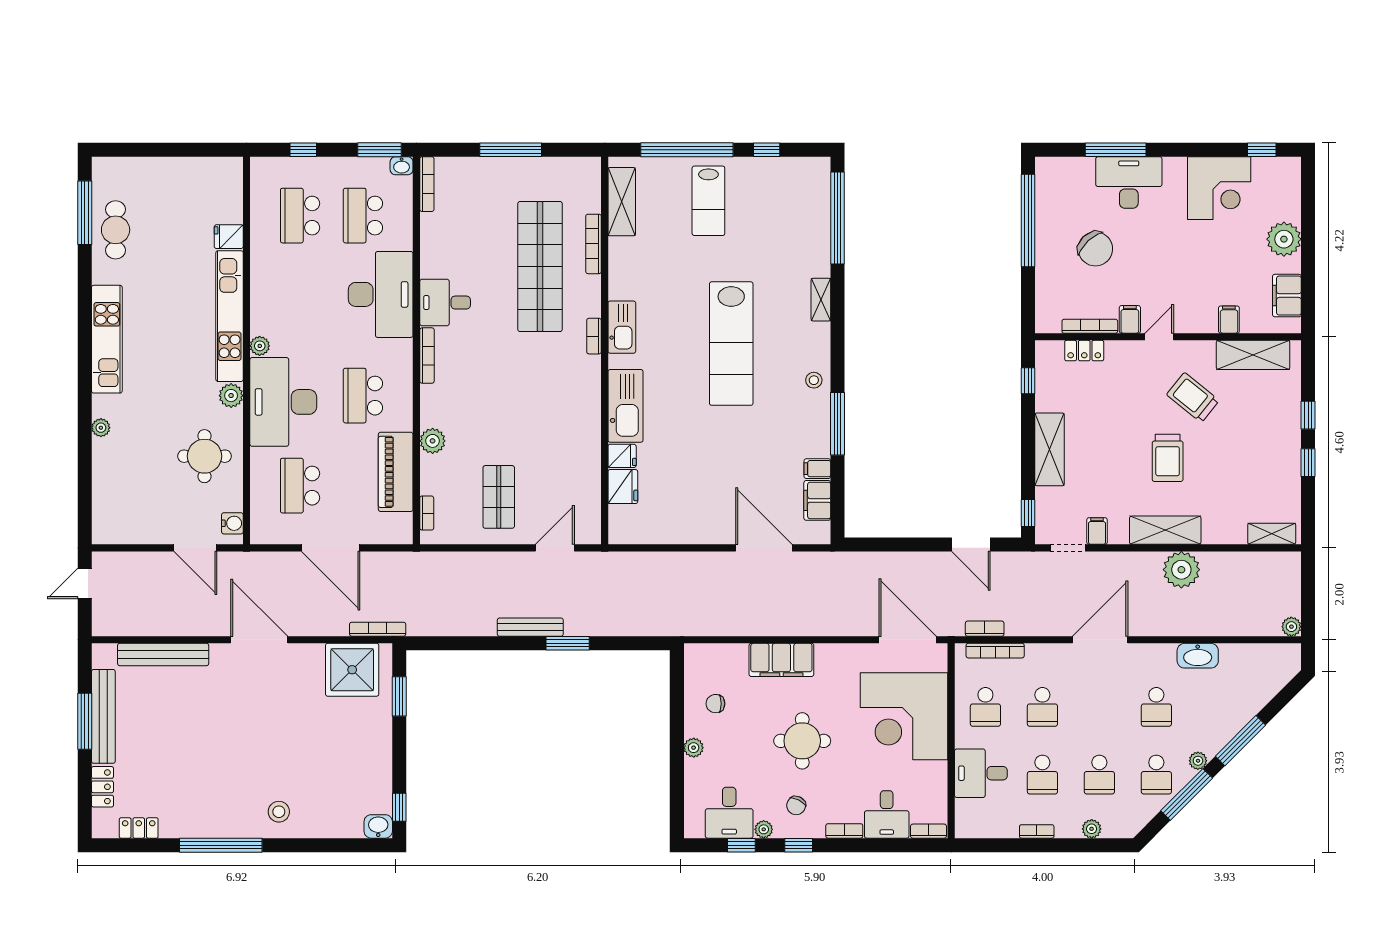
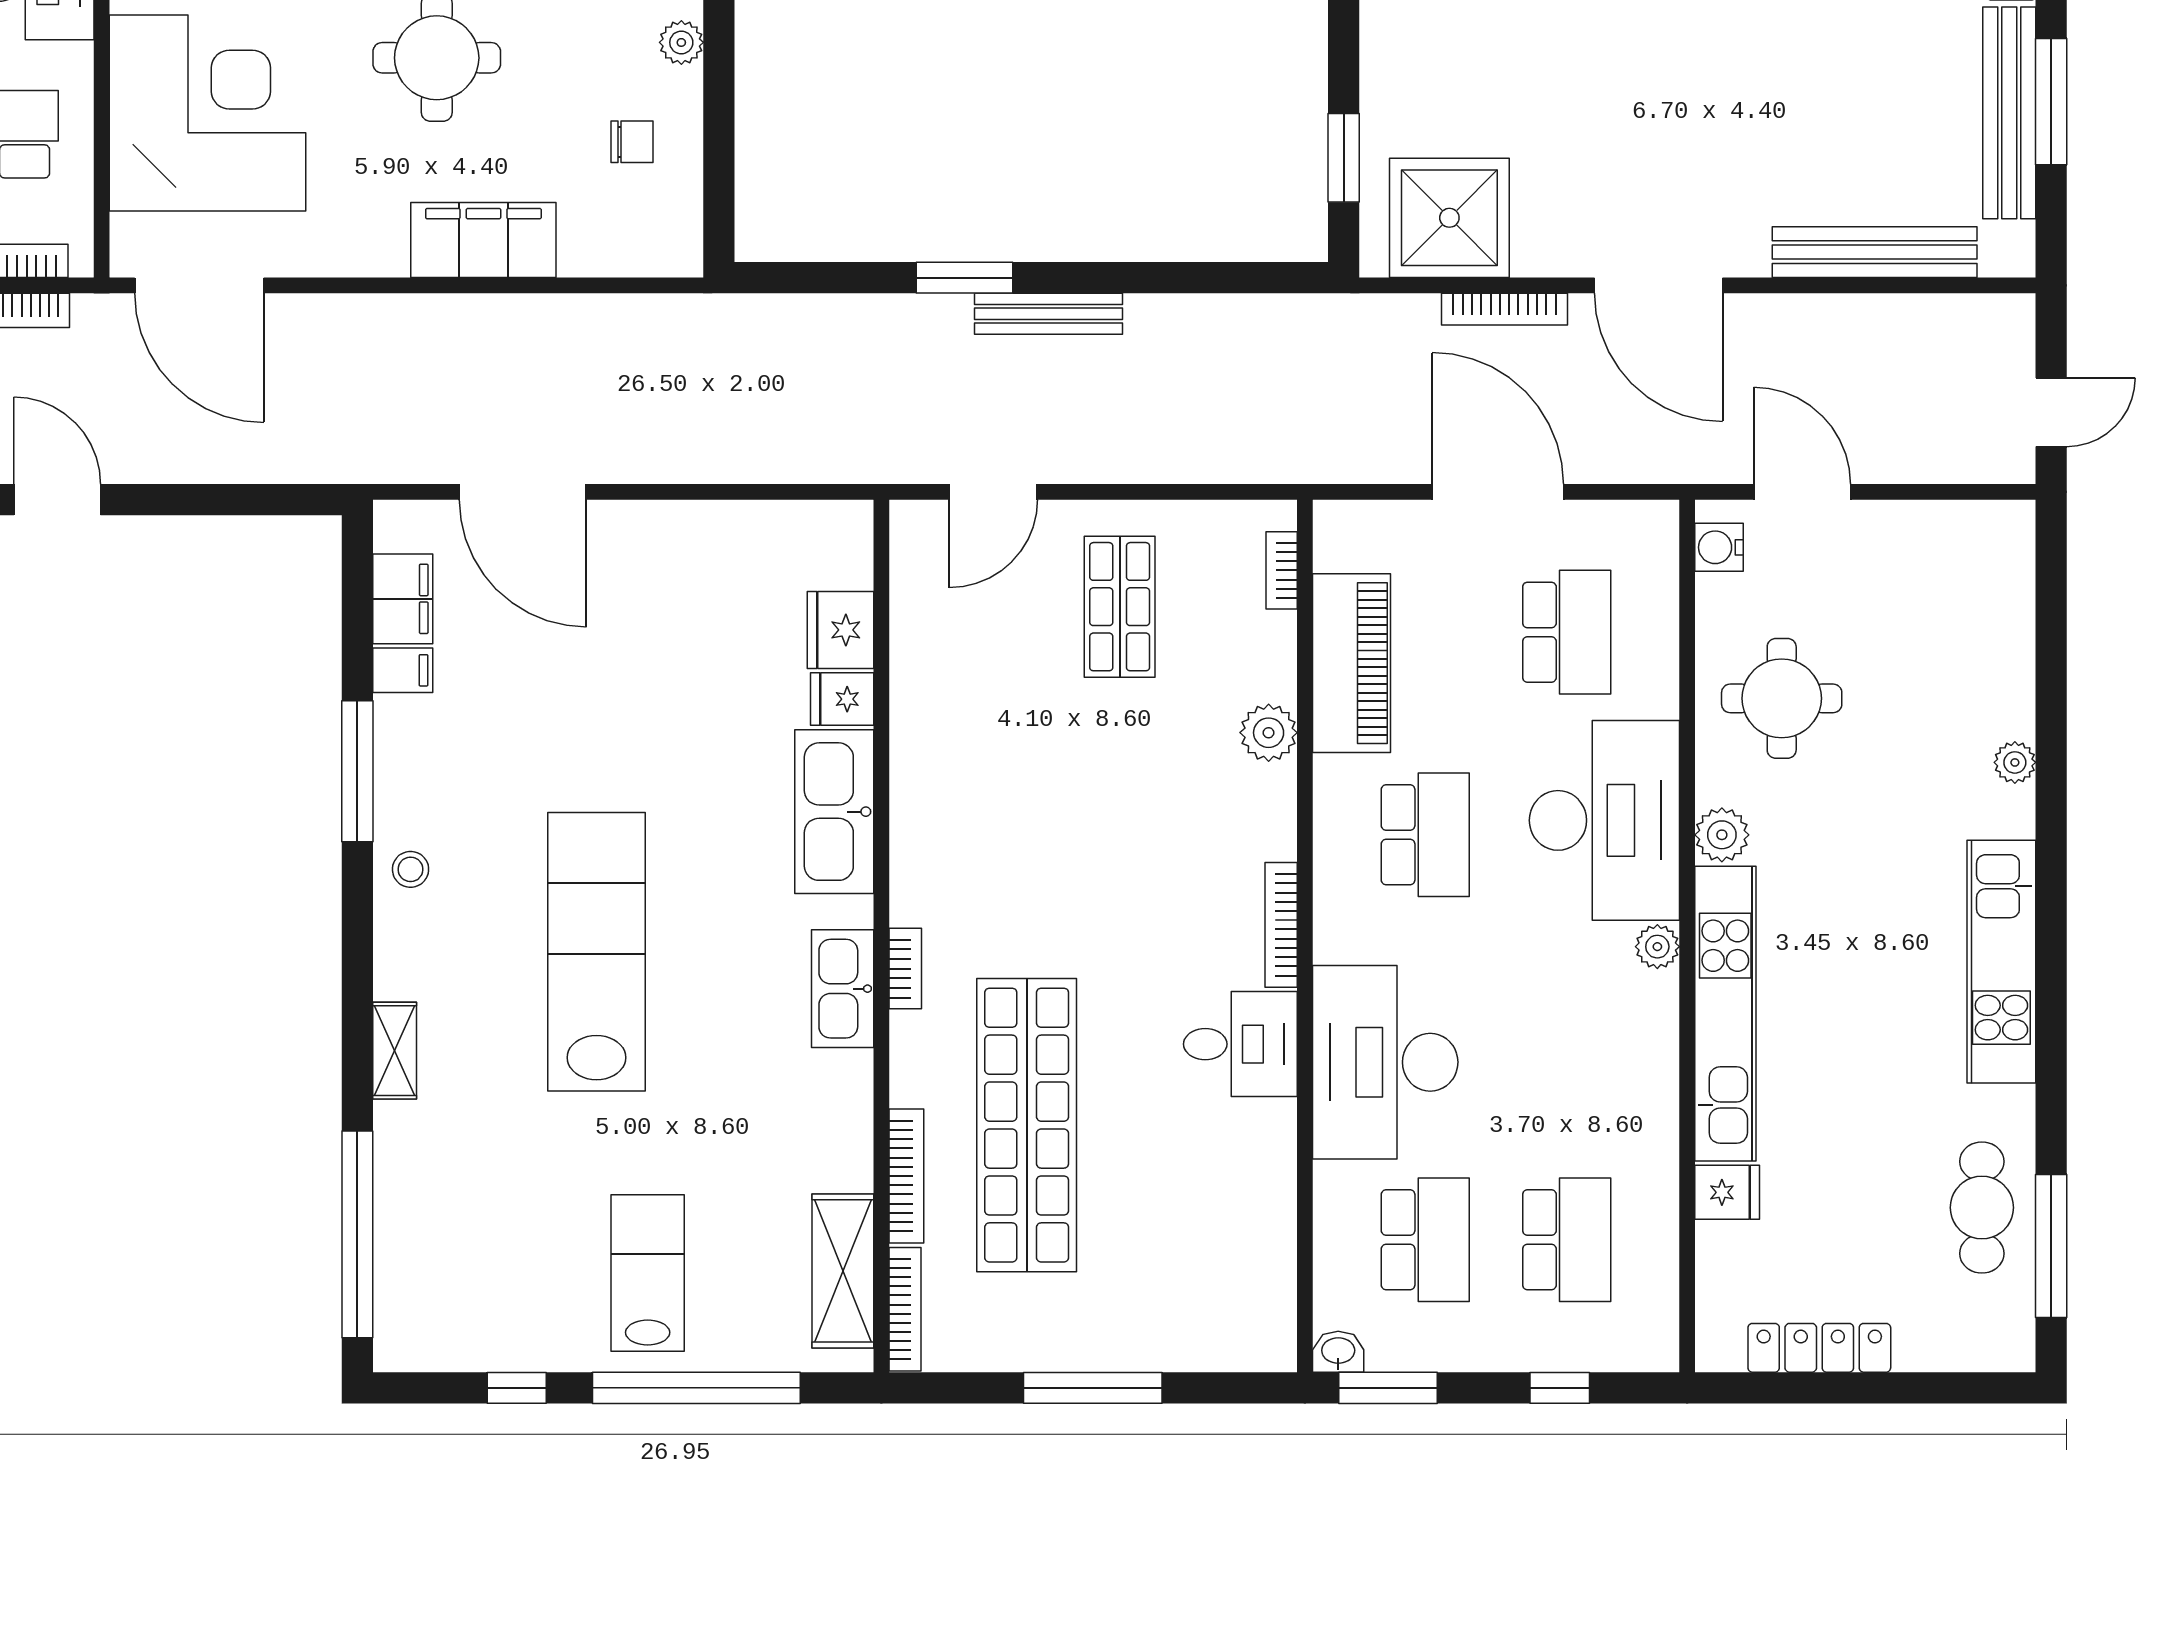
locker: (188, 168) -> (1819, 1348), added
bookcase: (427, 184) -> (905, 1309), moved, turned 180
bookcase: (378, 629) -> (1505, 309), moved

